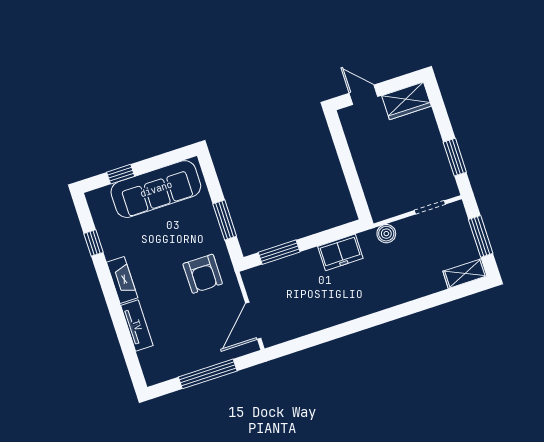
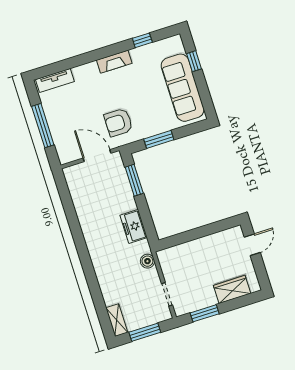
wardrobe: (407, 101) -> (232, 289), moved, turned 90
door: (253, 321) -> (97, 156), moved
tv unit: (137, 325) -> (55, 80), moved

